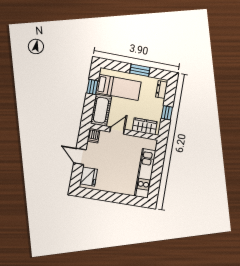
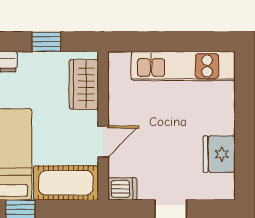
door: (117, 131) -> (103, 141), swing flipped
fridge: (89, 177) -> (219, 154), moved, turned -90

